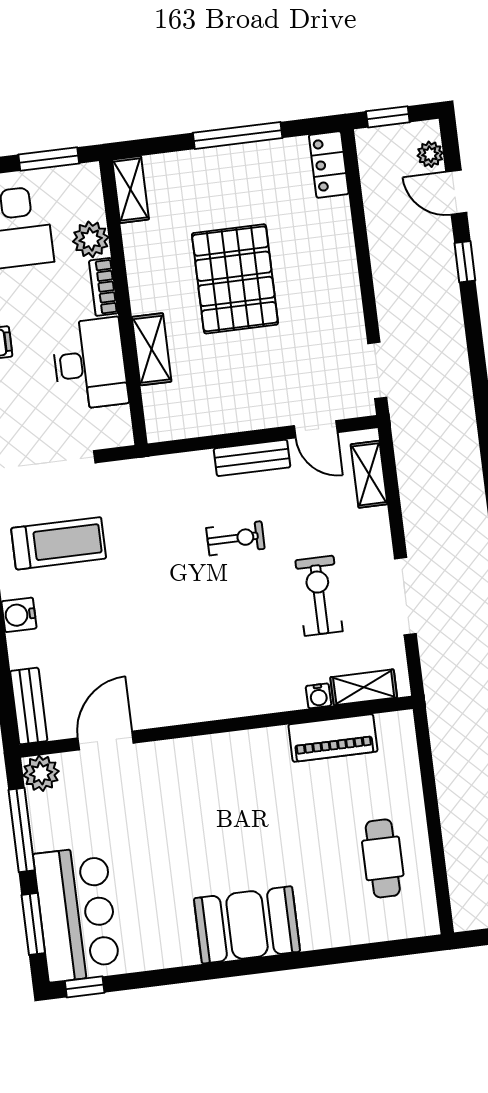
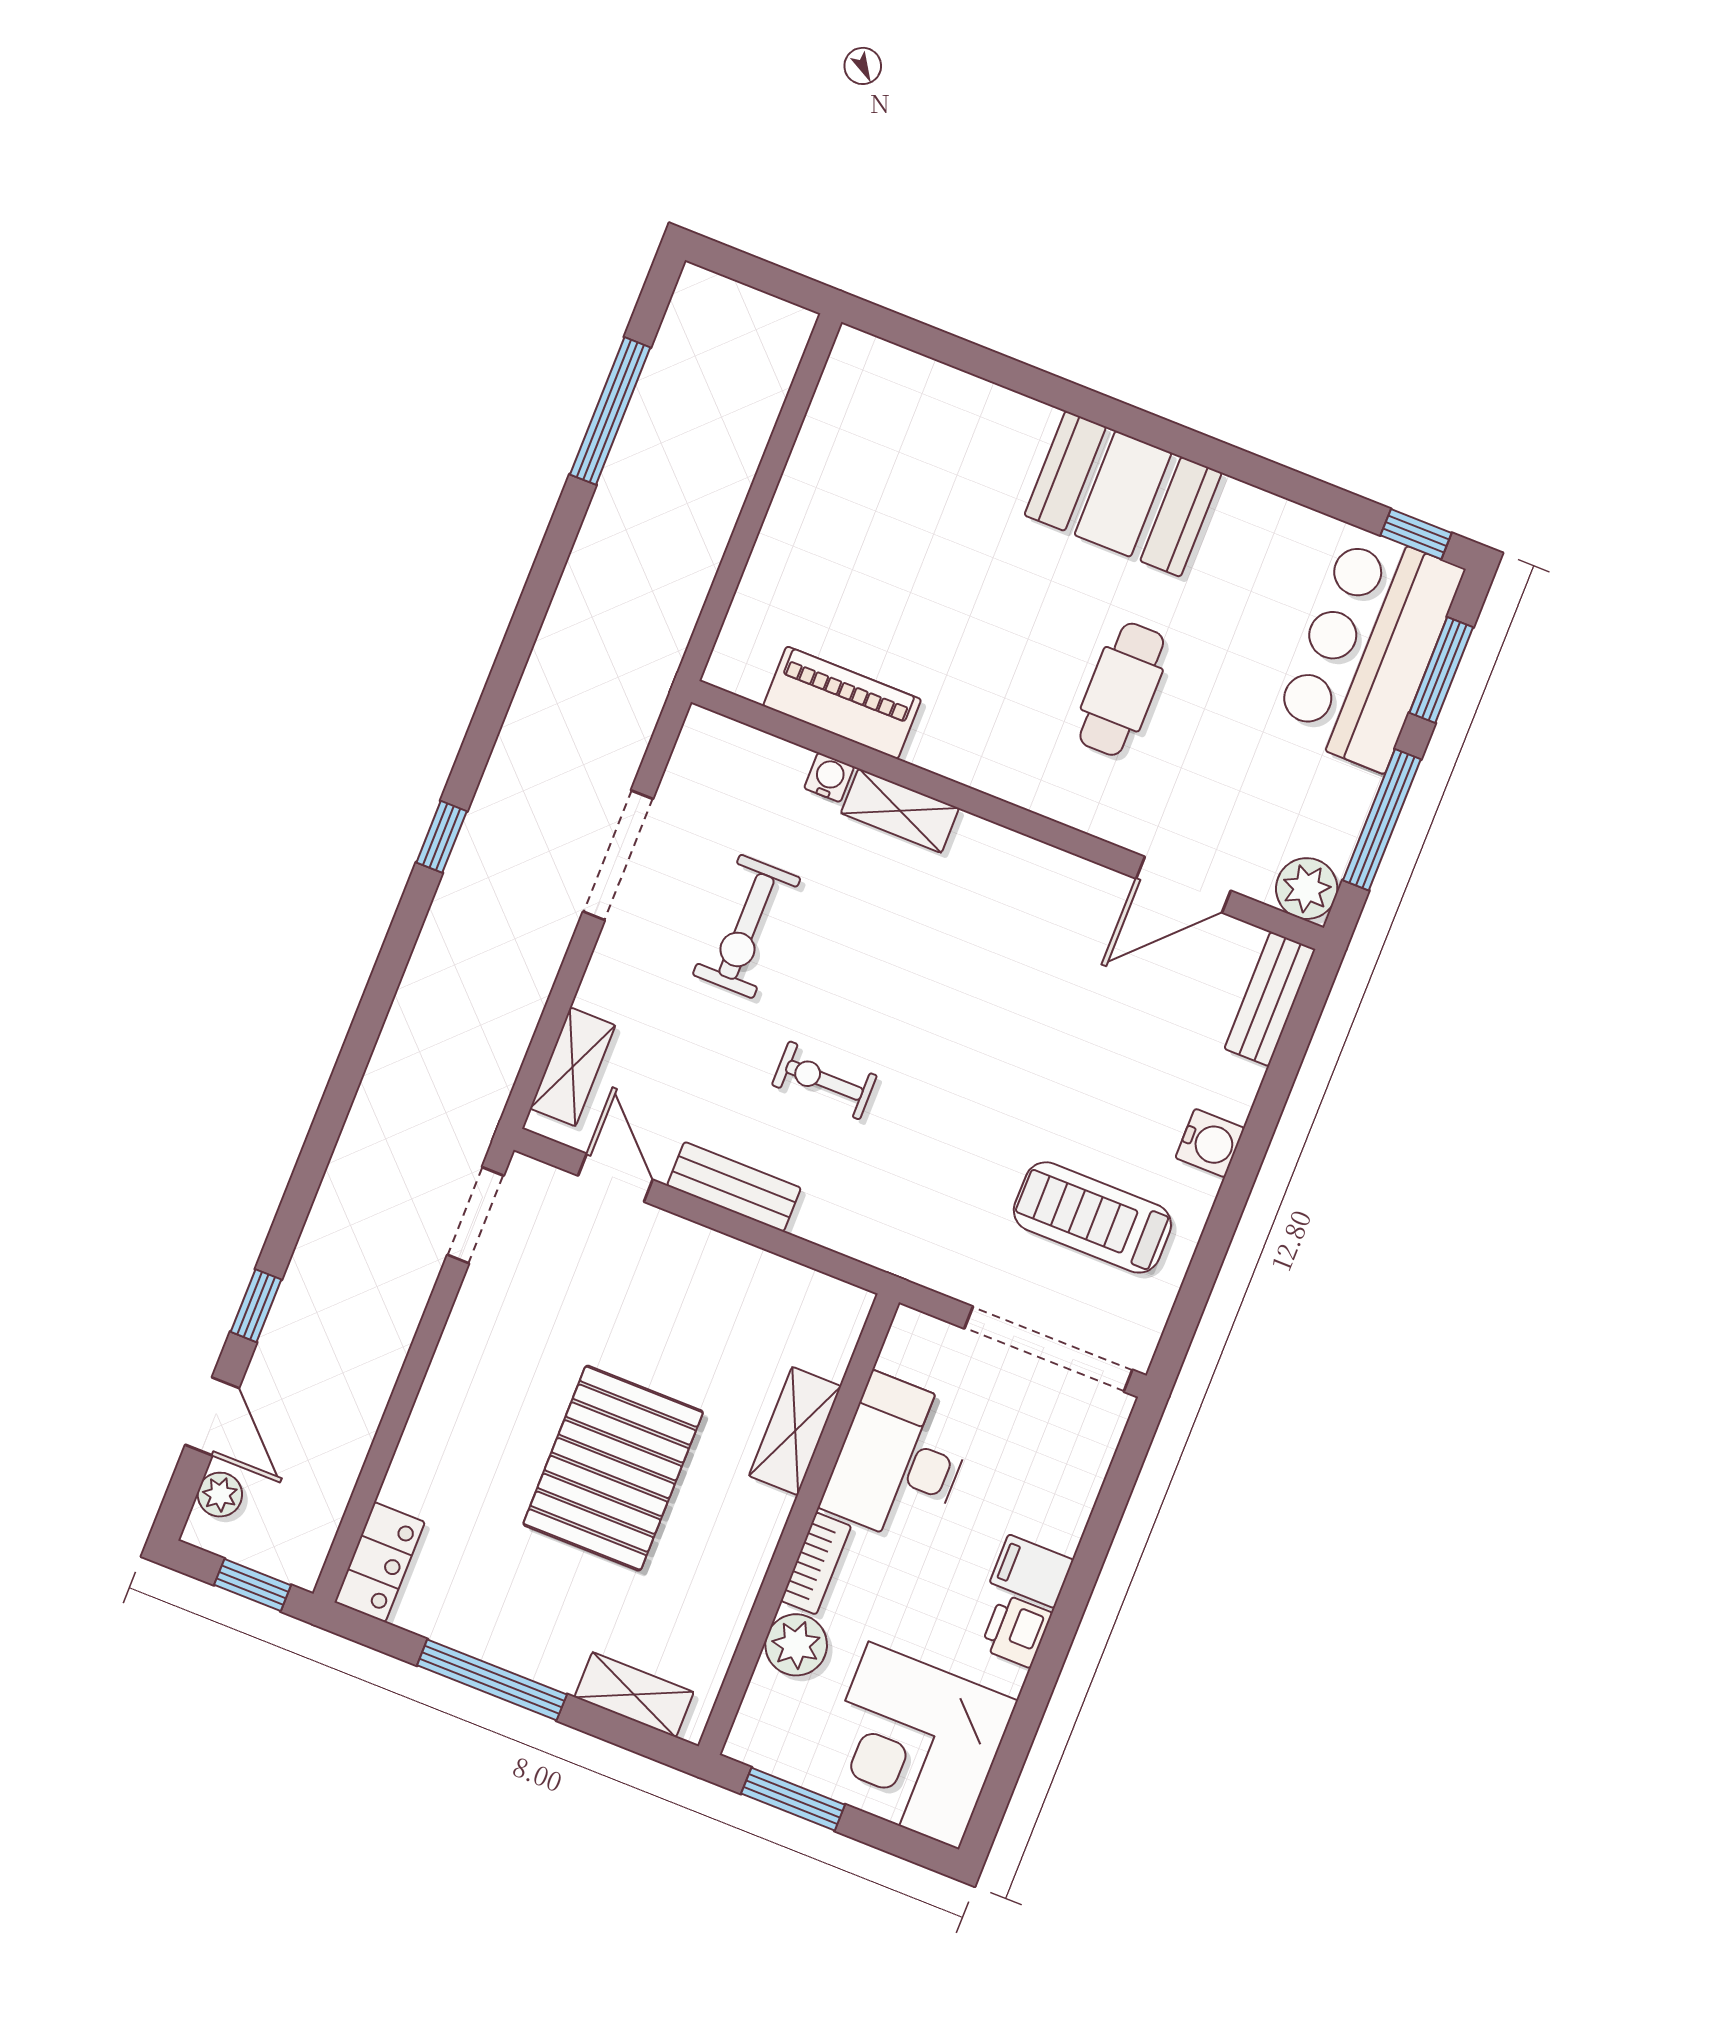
shelving: (131, 189) -> (634, 1695), moved, turned 90
shelving: (364, 687) -> (900, 811), moved
cafe table: (383, 858) -> (1122, 689), moved

